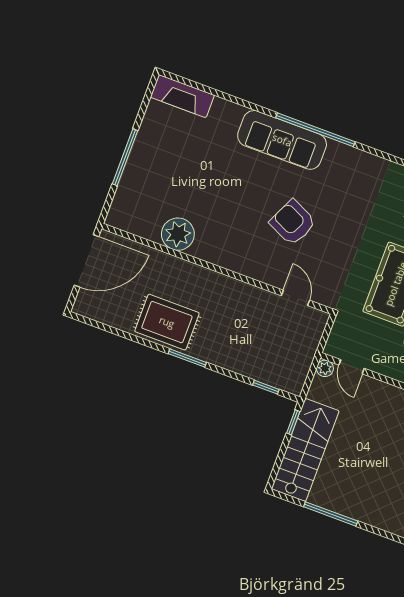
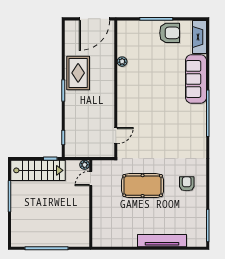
sofa: (282, 140) -> (196, 79), moved
armchair: (293, 223) -> (170, 33), moved, turned 65
plant: (178, 234) -> (122, 62), width x0.53, depth x0.53
door: (87, 261) -> (94, 19), hinge flipped

